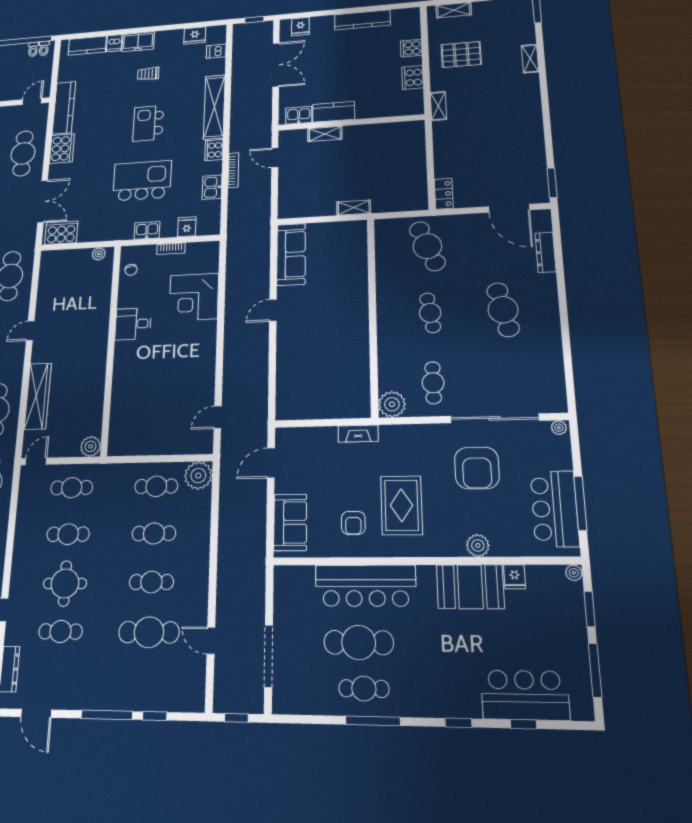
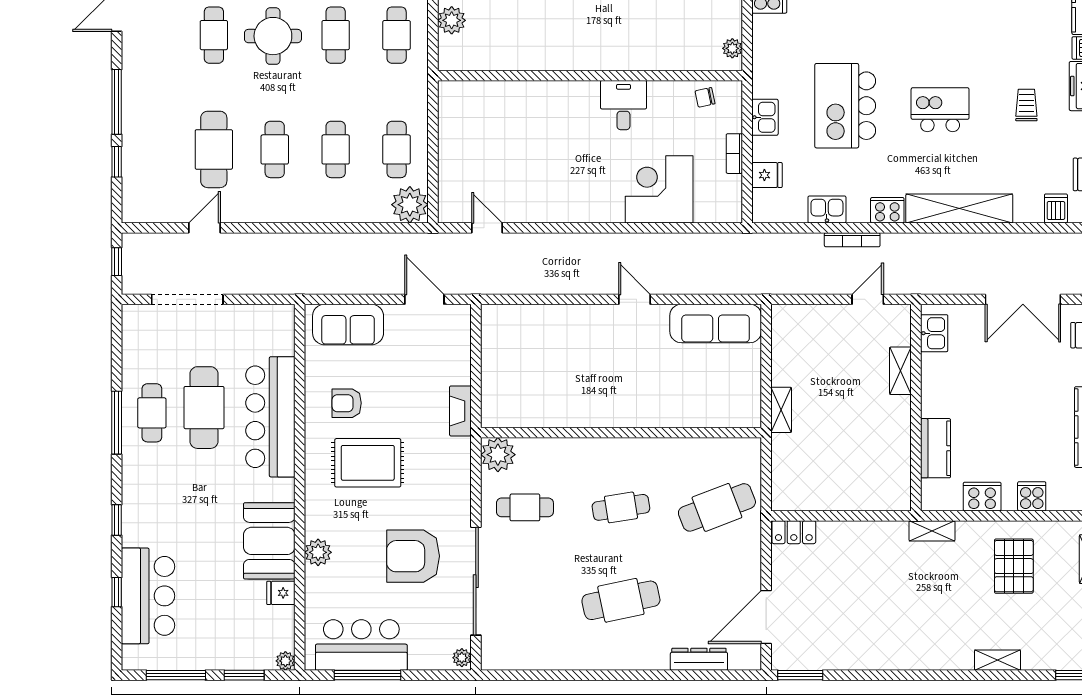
kitchen counter: (334, 112) -> (936, 448), moved
kitchen island: (142, 181) -> (845, 106), turned 180
plant: (91, 446) -> (452, 20), moved

